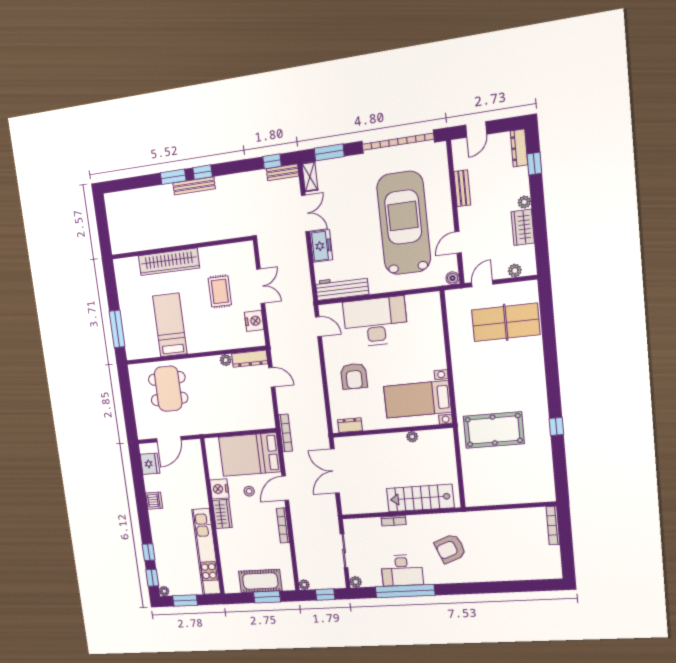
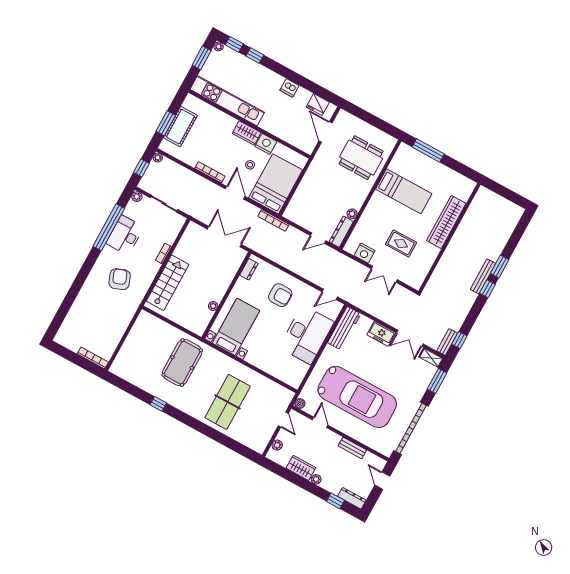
table tennis table: (506, 322) -> (228, 402), moved
armchair: (354, 376) -> (280, 295), turned 180

